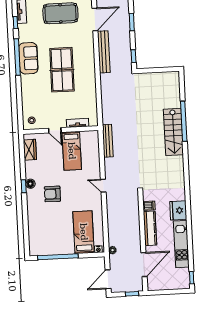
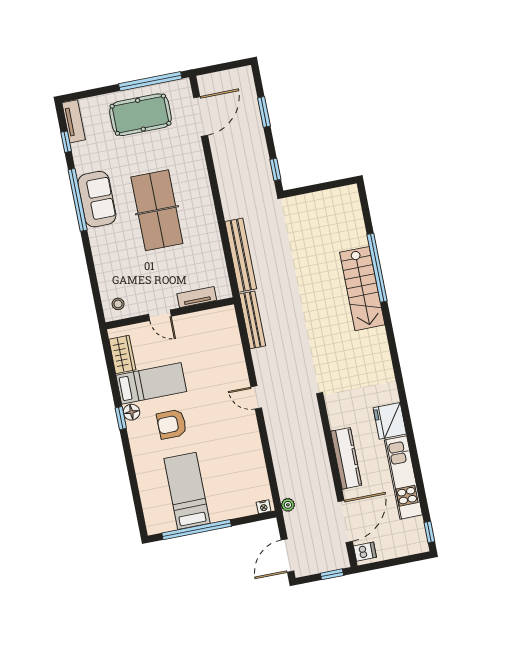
bench: (104, 52) -> (241, 255), moved
bed: (72, 151) -> (151, 383), moved, turned -90
dishwasher: (149, 206) -> (365, 552), moved
bed: (84, 232) -> (187, 491), moved

